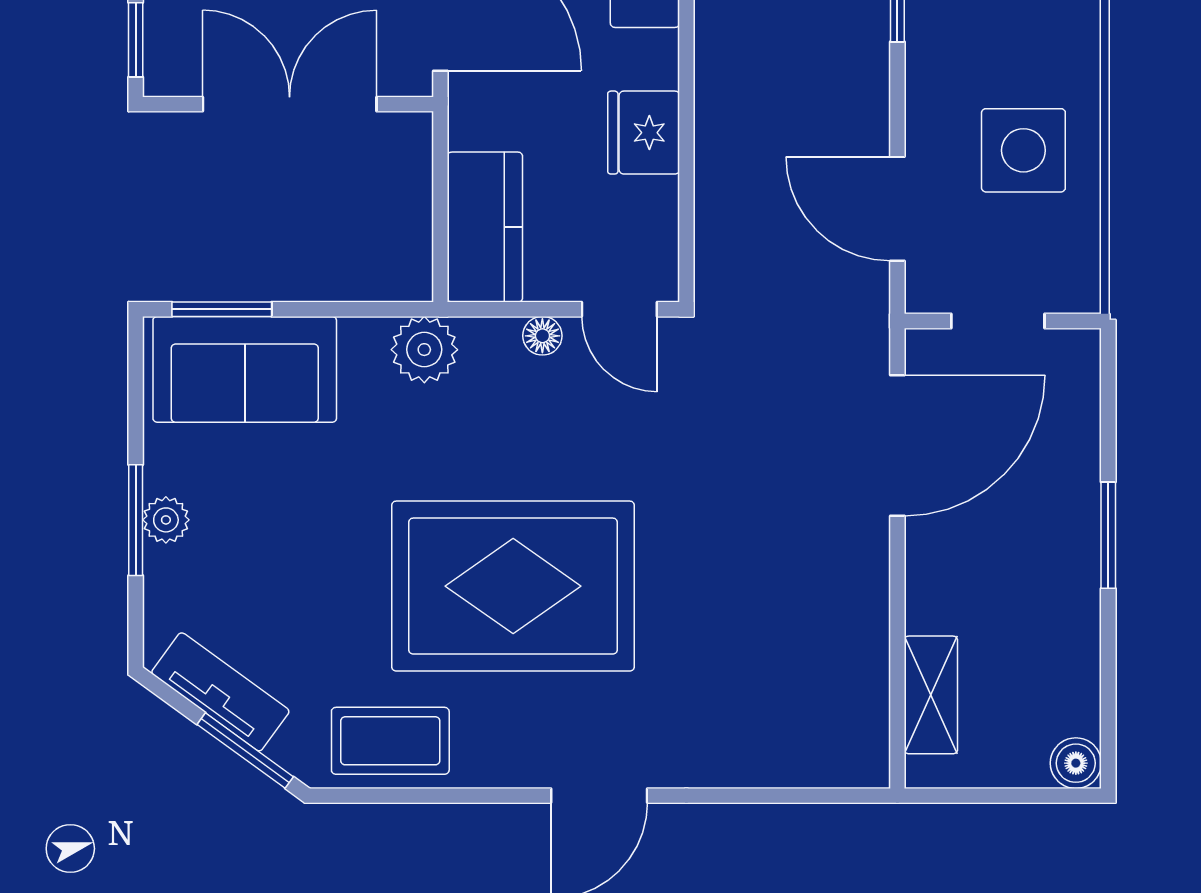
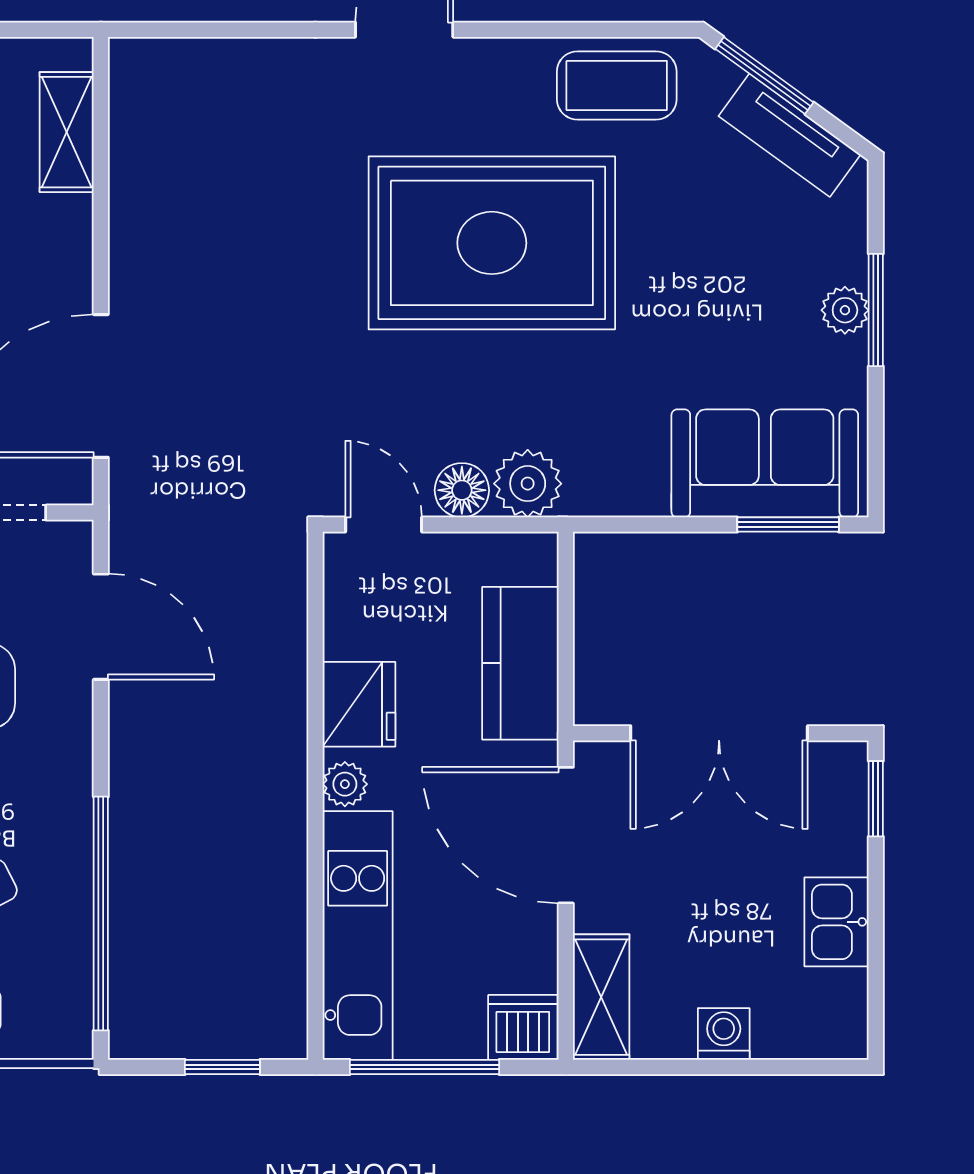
plant: (657, 54) -> (345, 784), added
kitchen counter: (485, 227) -> (520, 663), moved
floor lamp: (542, 336) -> (462, 490), width x1.37, depth x1.37
plant: (424, 350) -> (528, 484), moved

